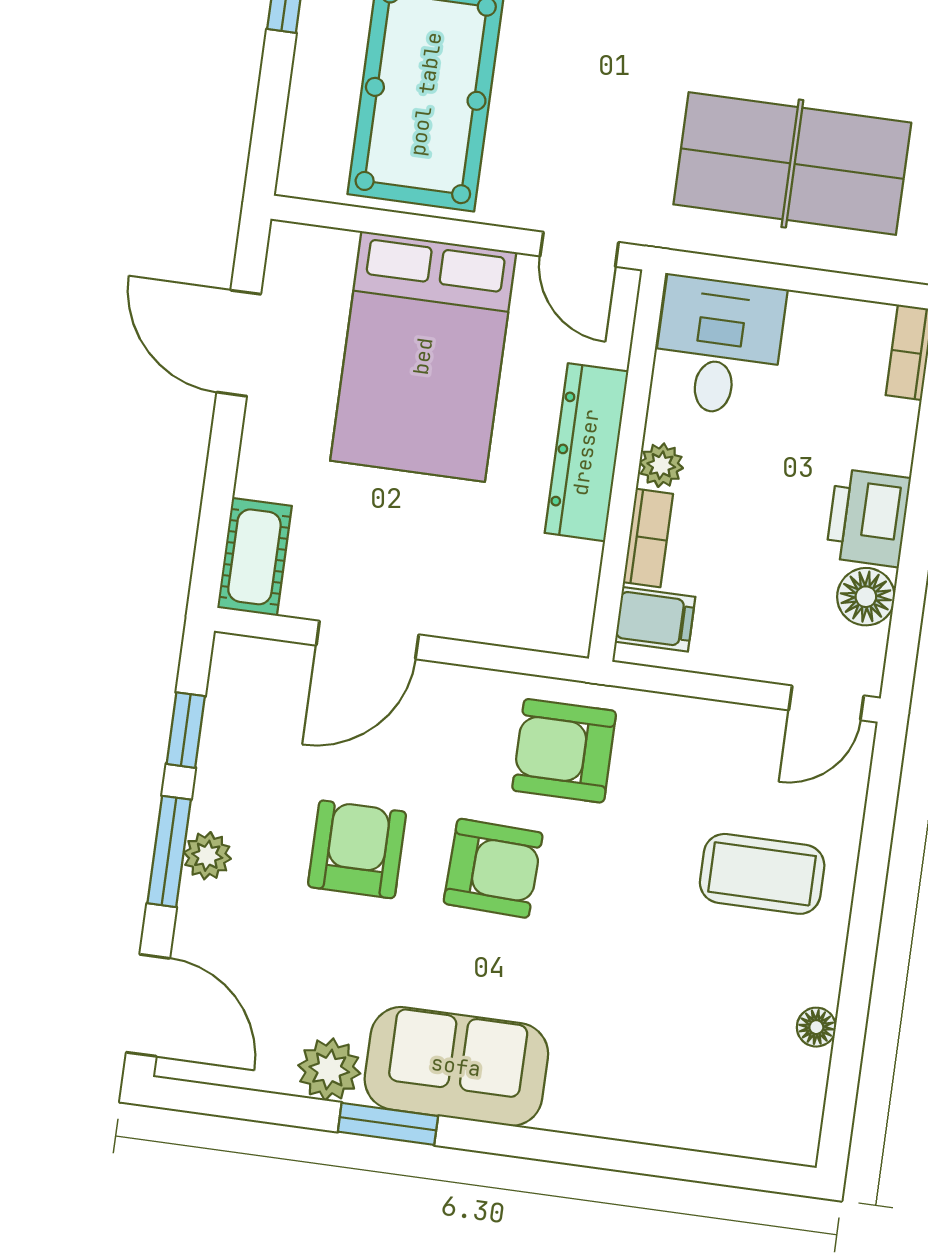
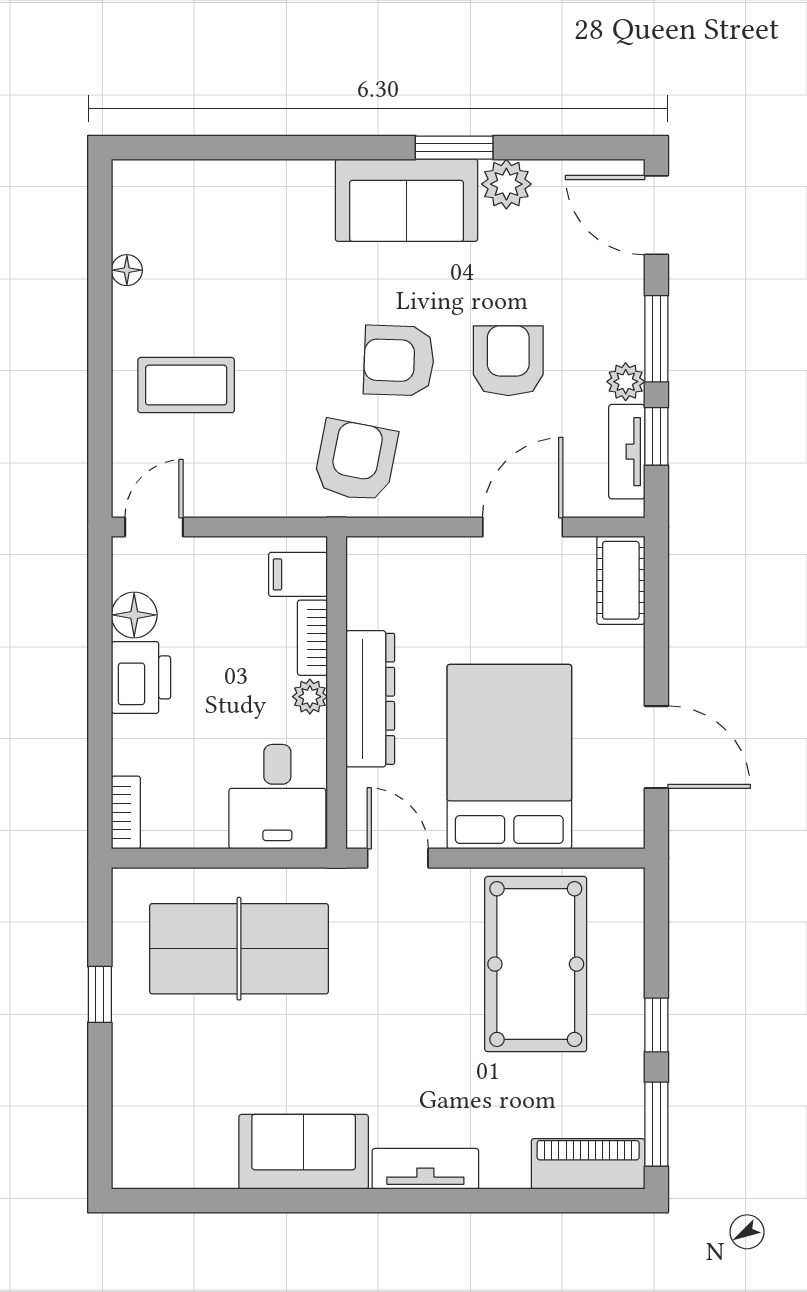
tv unit: (225, 716) -> (627, 452), added
armchair: (564, 751) -> (356, 461), turned -79
armchair: (357, 849) -> (508, 361), turned 180
plant: (207, 856) -> (626, 382), moved

